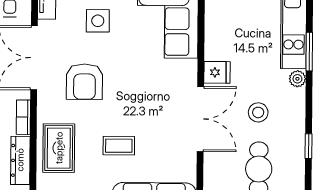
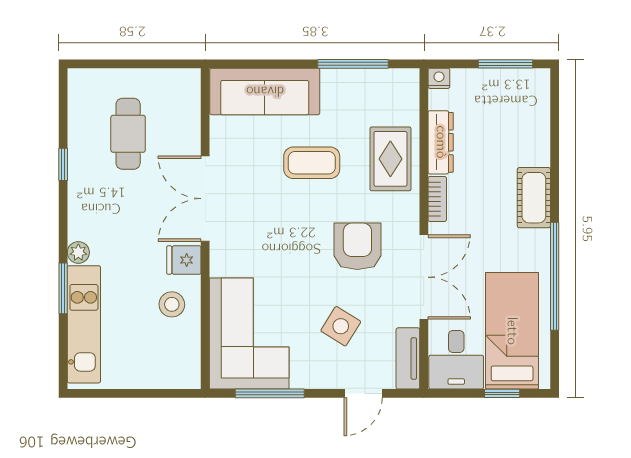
side table: (98, 21) -> (341, 326), turned 32
stool: (258, 112) -> (172, 304), moved
coffee table: (119, 146) -> (312, 163), width x1.36, depth x1.30

